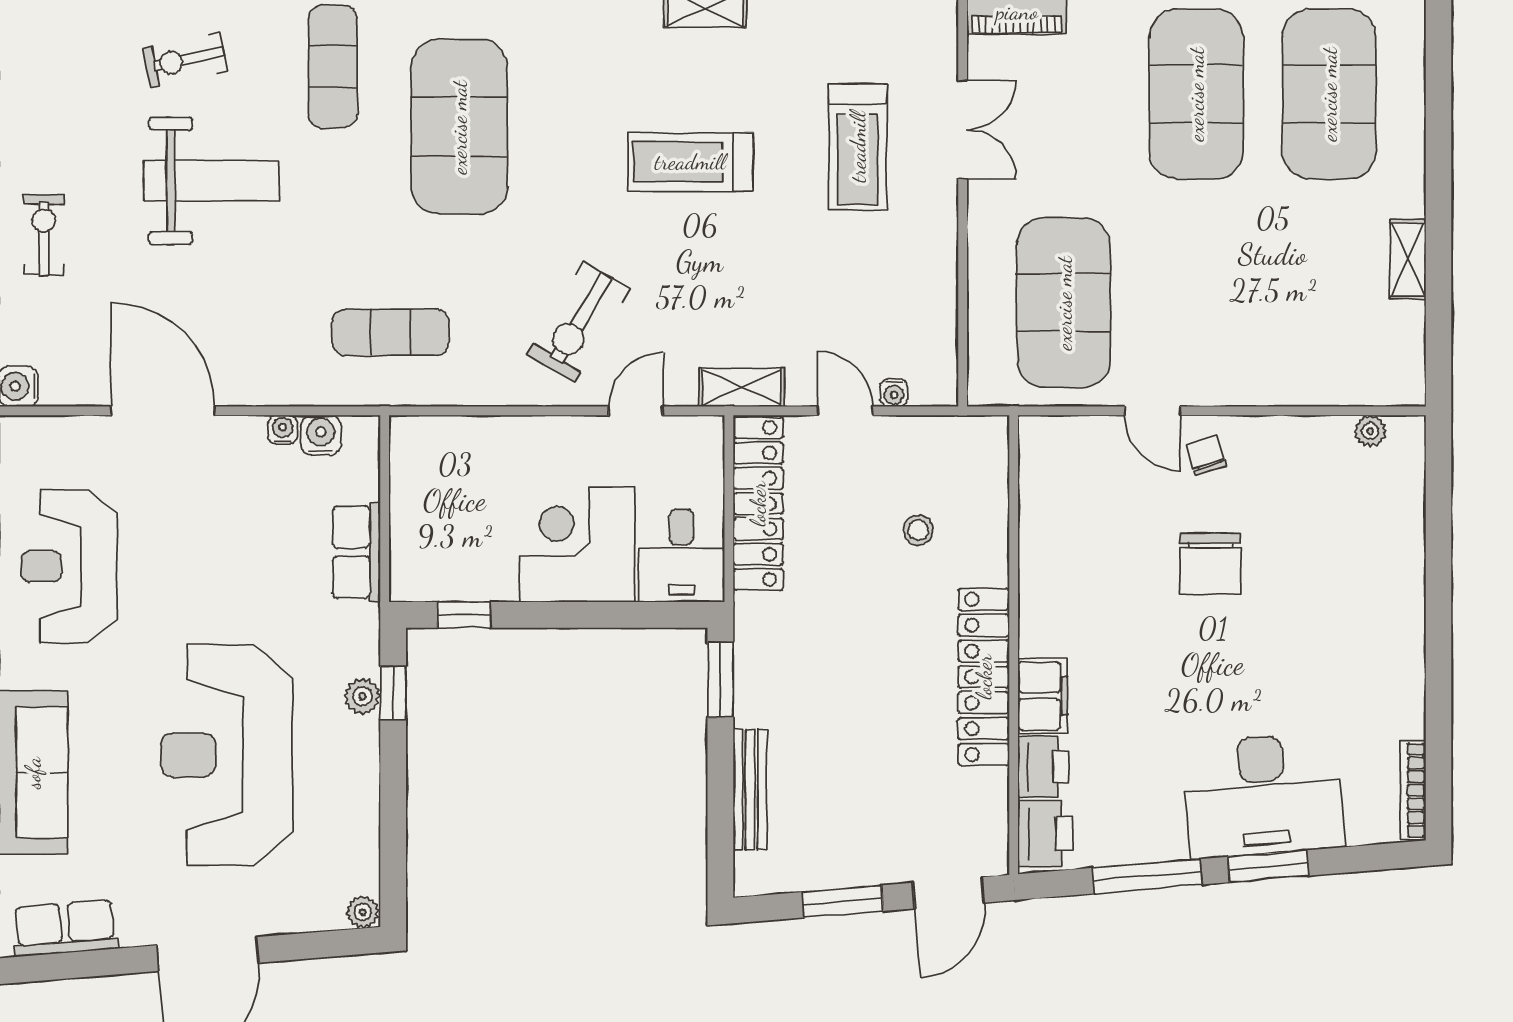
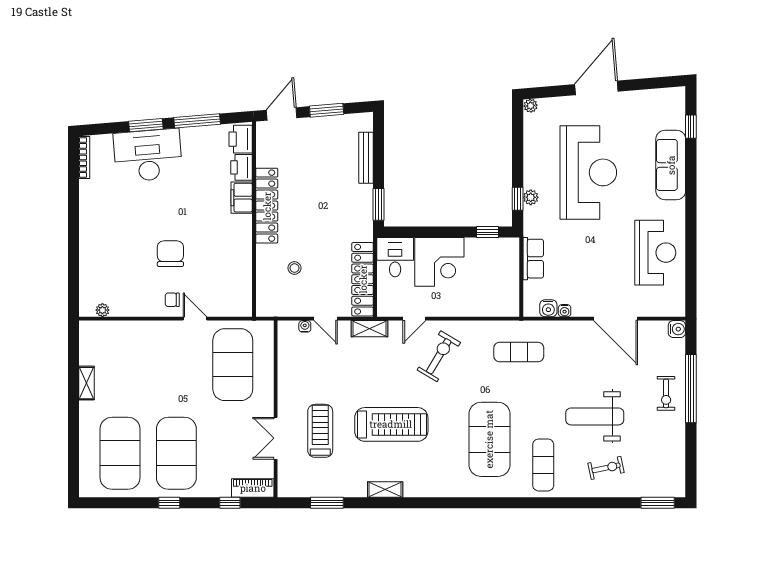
treadmill: (690, 162) -> (391, 424), width x1.37, depth x1.38
chair: (1206, 455) -> (172, 300), turned 108
row of seats: (65, 928) -> (657, 99), removed

